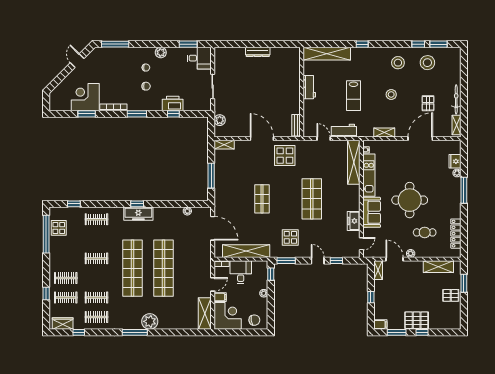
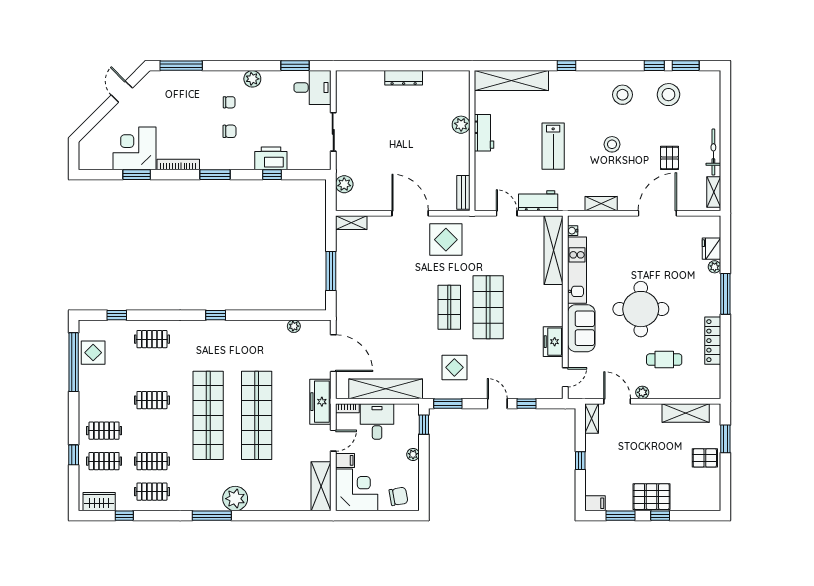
plant: (294, 82) -> (461, 125), added
shop shelf: (262, 199) -> (449, 307), moved
freezer: (138, 214) -> (320, 402), moved, turned 90
locker: (456, 234) -> (713, 341), moved

